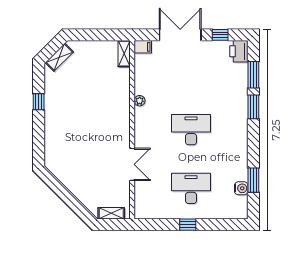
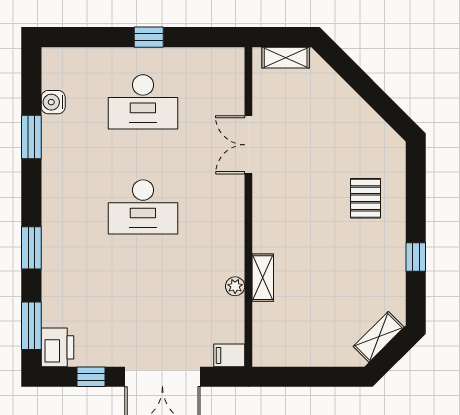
shelving: (124, 54) -> (263, 278), moved
window: (253, 75) -> (31, 326), moved
plant: (140, 101) -> (235, 286), moved
pallet: (67, 135) -> (366, 198), added
window: (253, 180) -> (31, 137), moved

